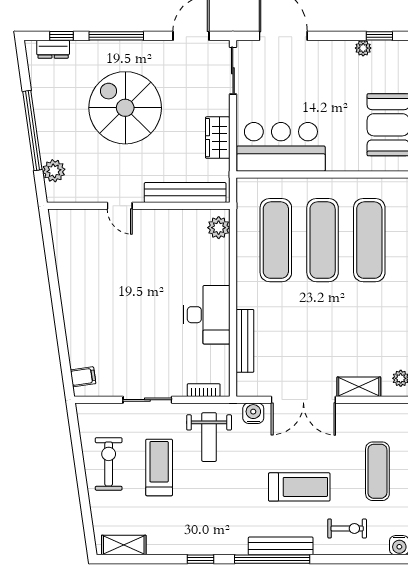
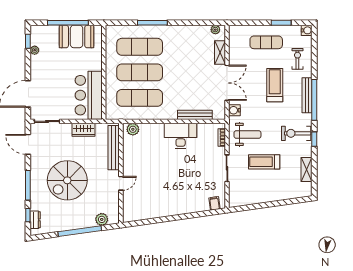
exercise bike: (109, 464) -> (296, 133), moved
shelving: (124, 545) -> (307, 169), moved

